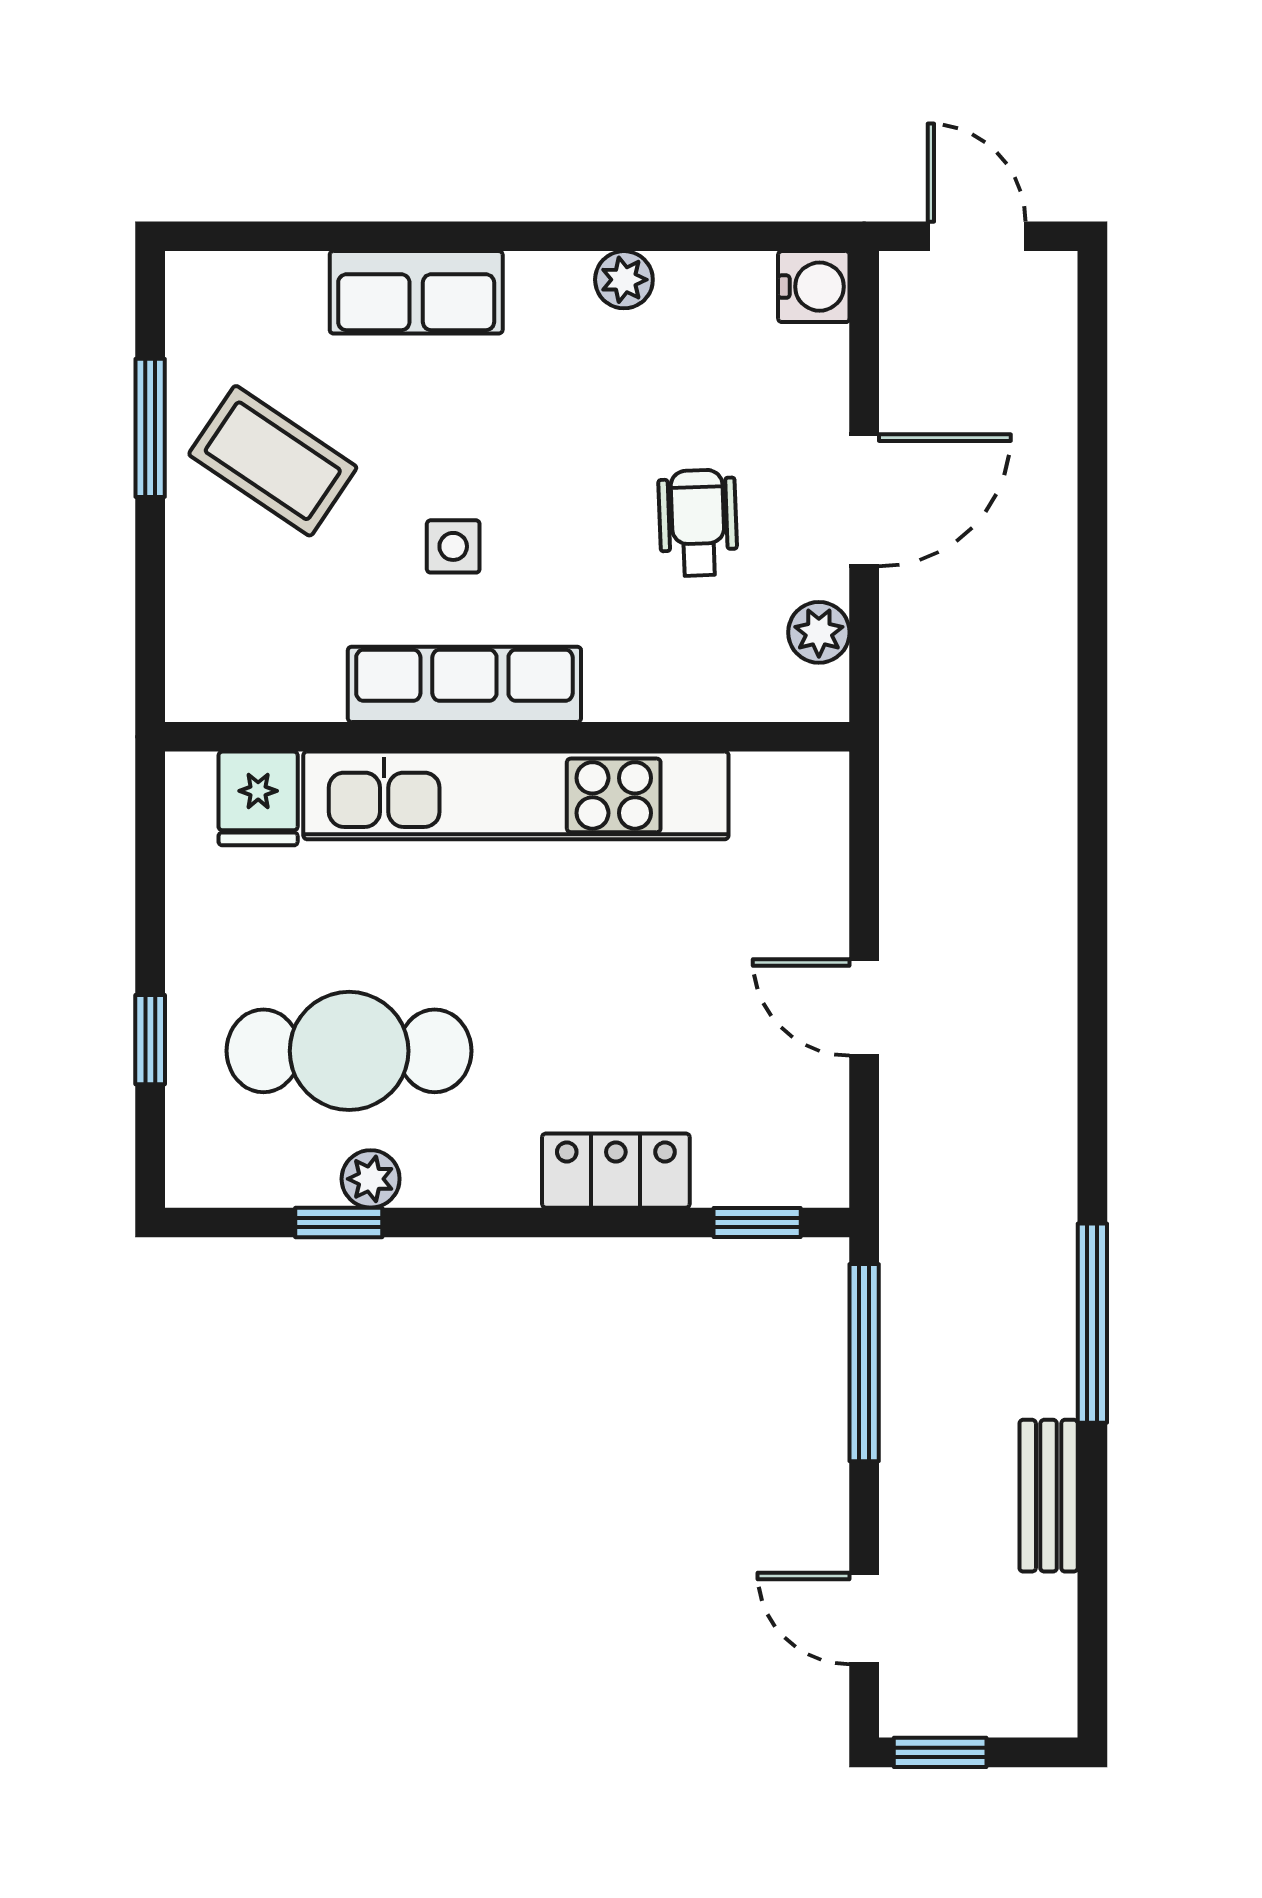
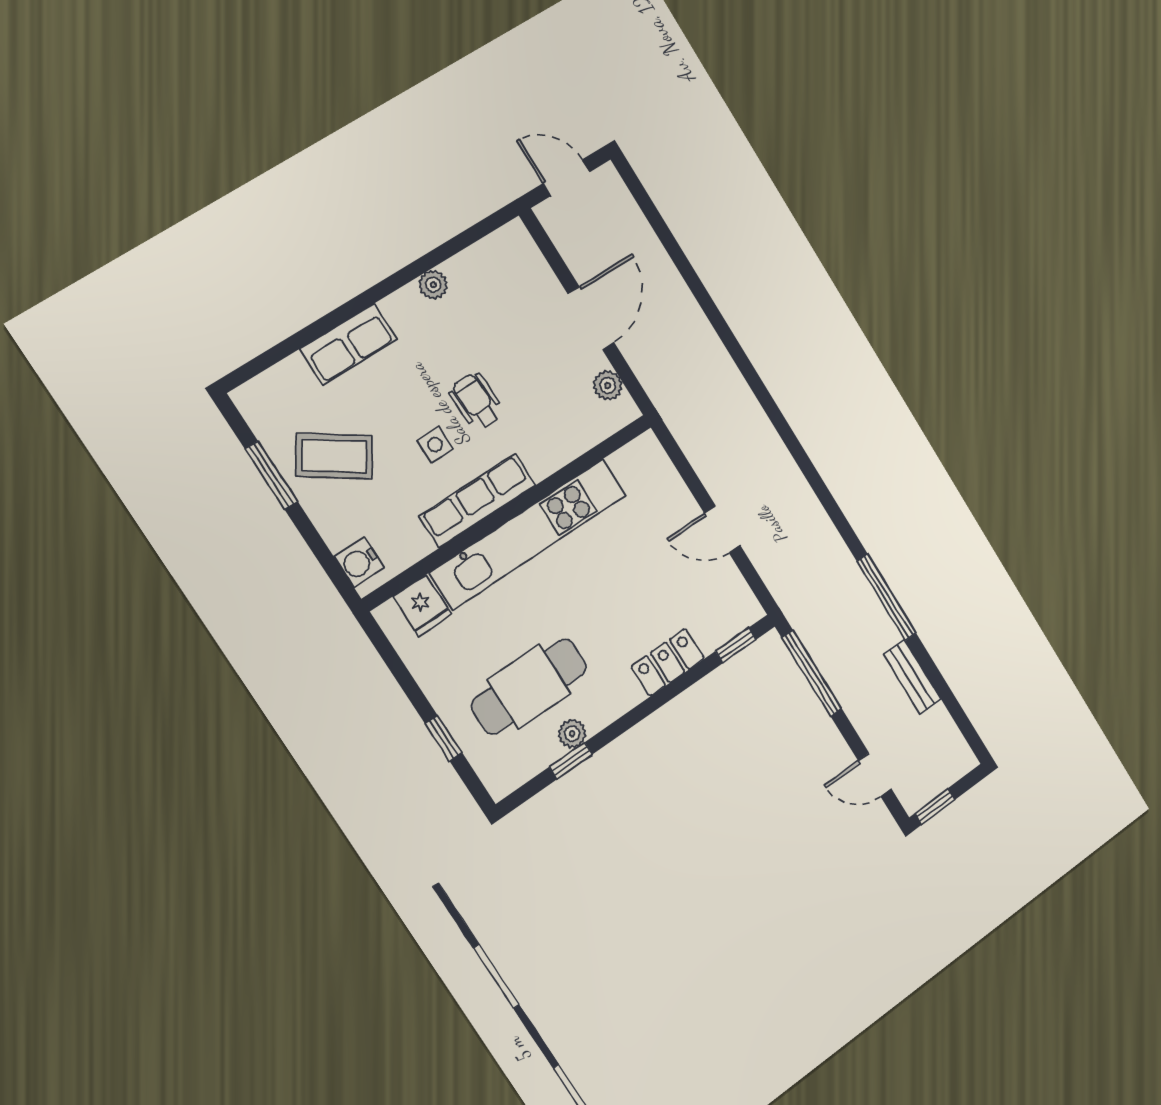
water cooler: (814, 287) -> (359, 562), moved, turned 180
wheelchair: (698, 523) -> (477, 402), moved

